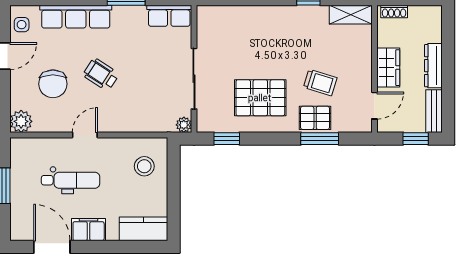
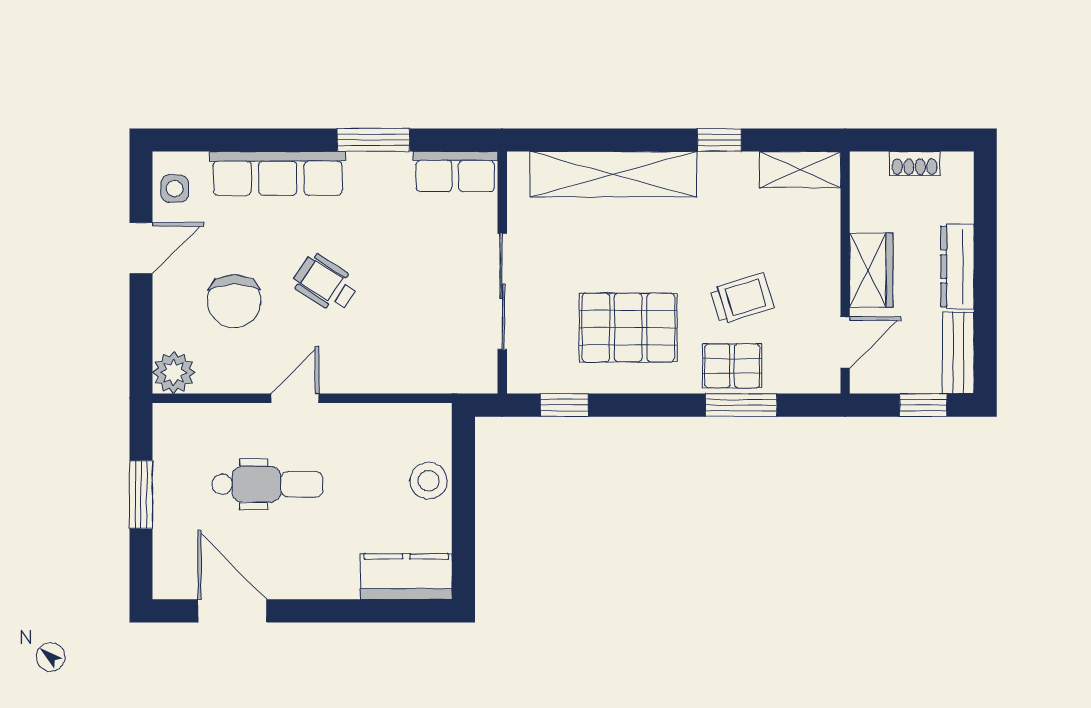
shoe rack: (394, 11) -> (915, 164), moved
shelving: (253, 17) -> (613, 174), added
trolley: (320, 83) -> (742, 299), turned -34
plant: (184, 125) -> (483, 379), removed
stool: (144, 166) -> (429, 481), moved
filing cabinet: (89, 230) -> (302, 578), removed

